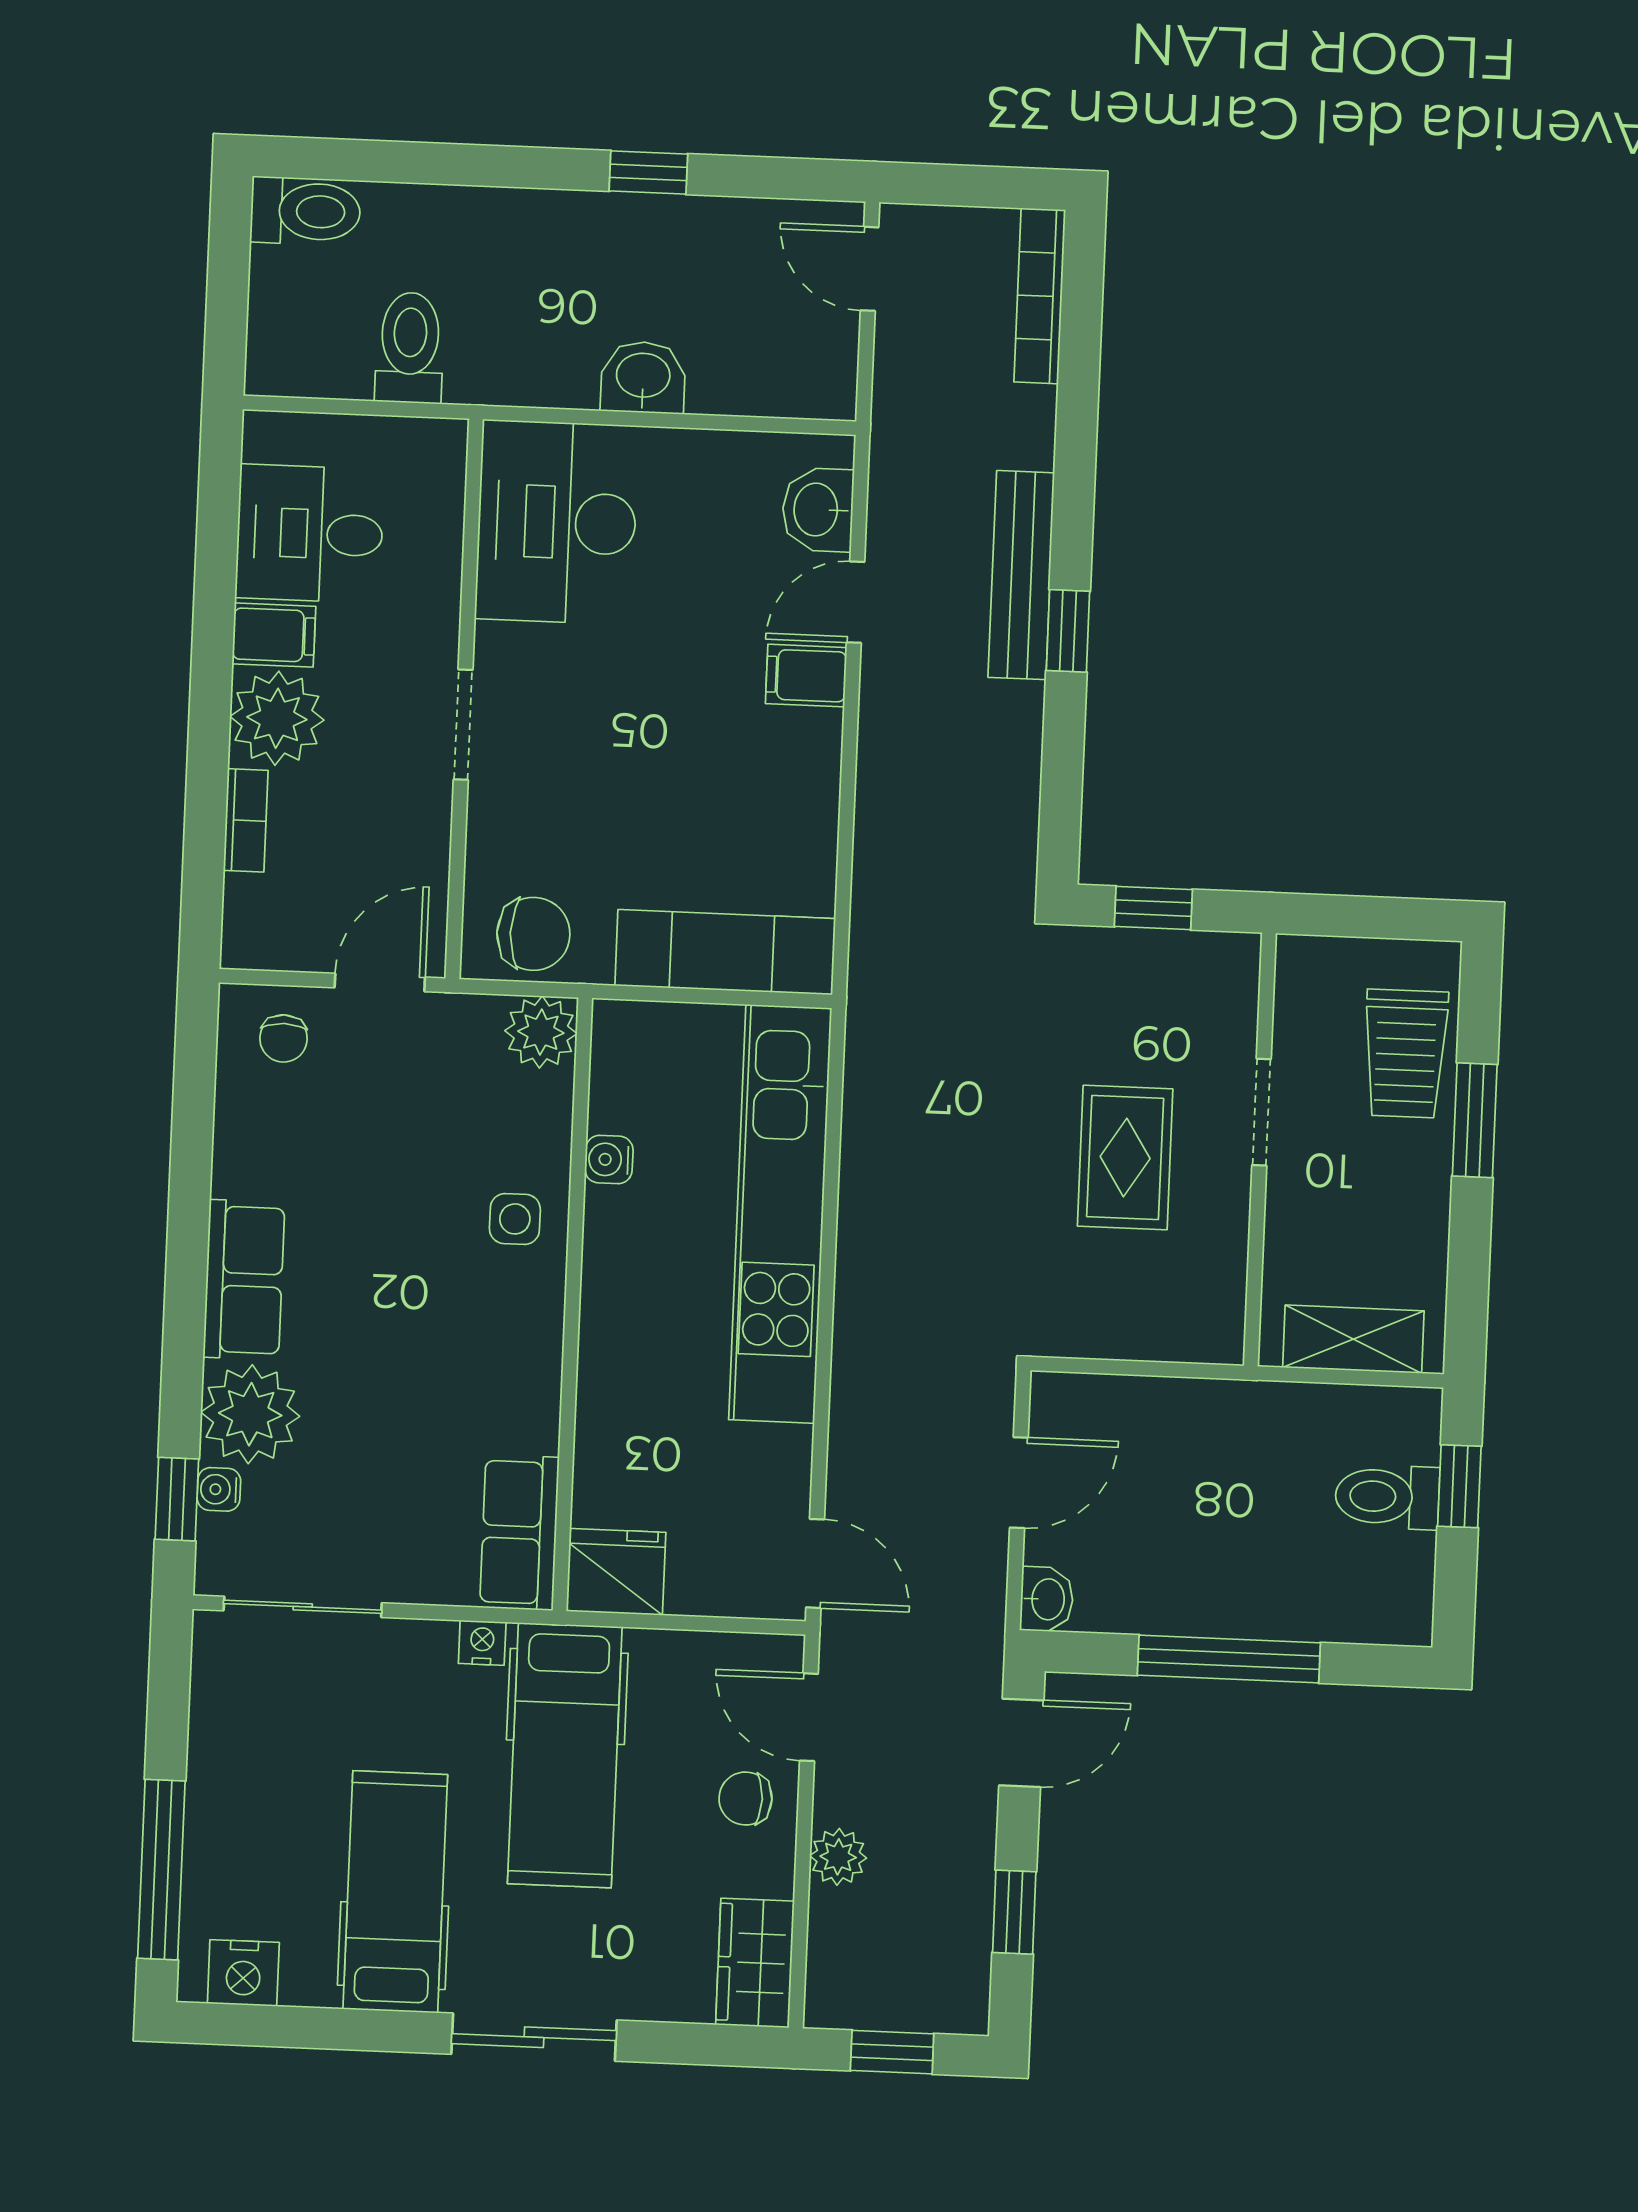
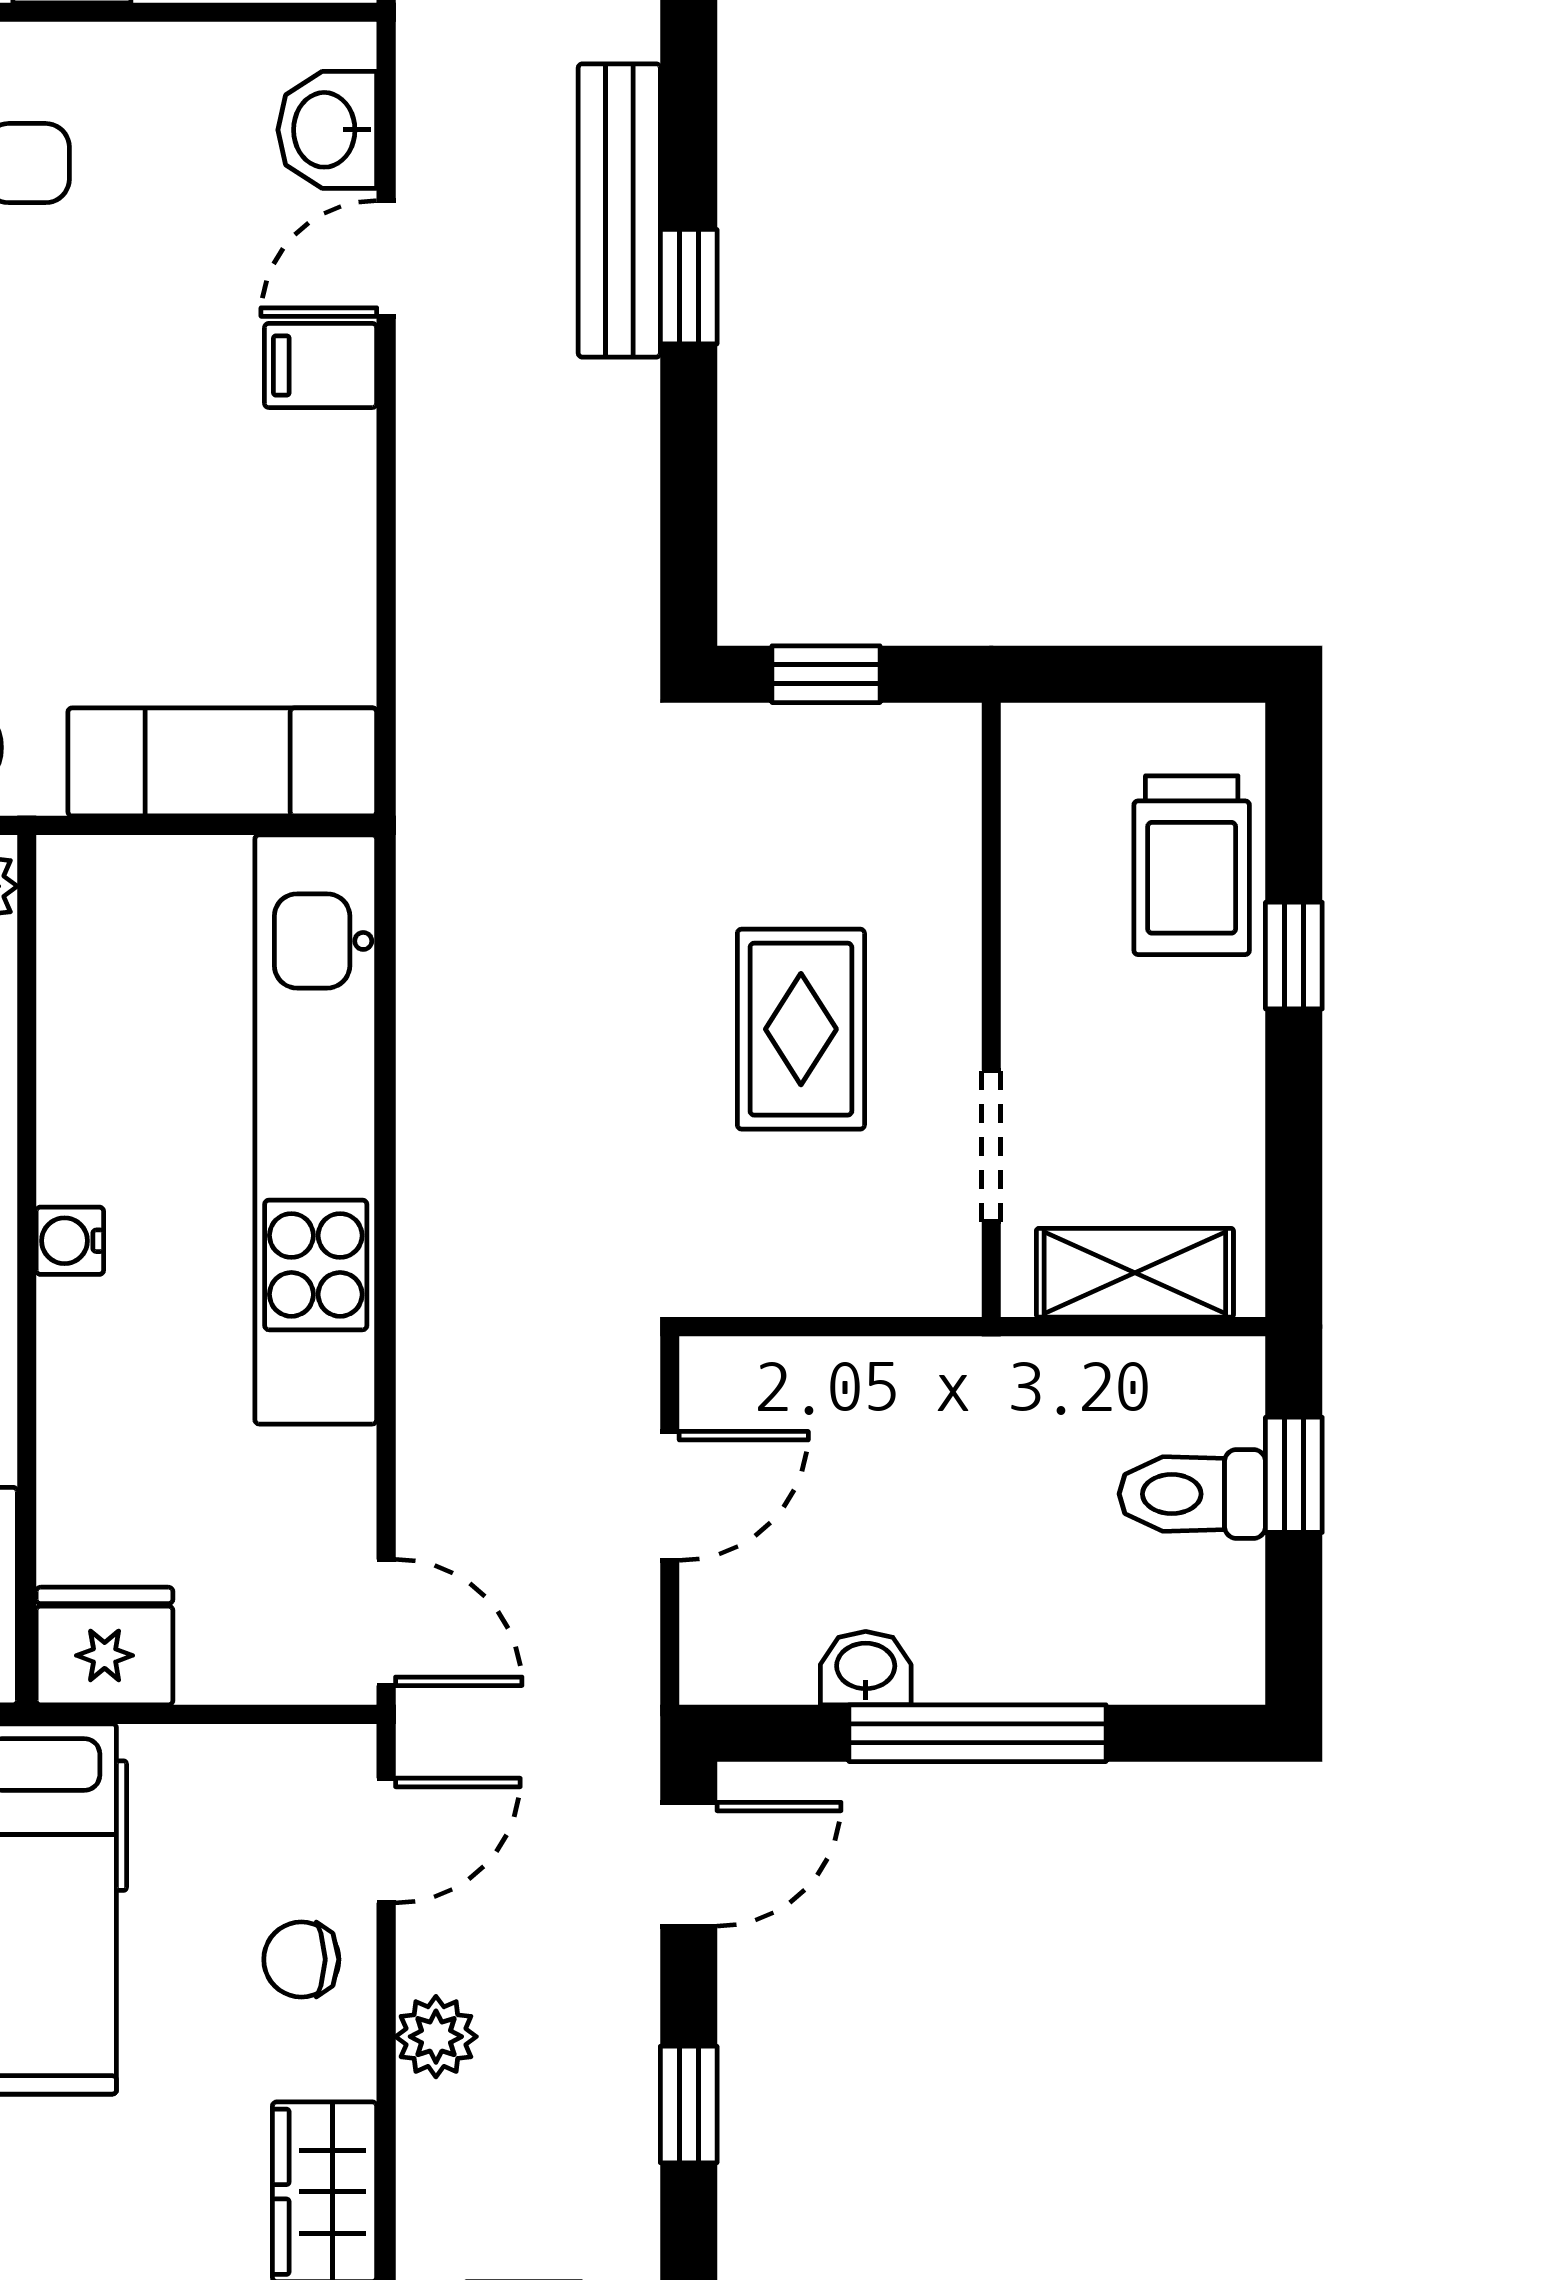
doorway: (1261, 1112) -> (991, 1146), moved
window: (1475, 1120) -> (1294, 956), width x0.67
water cooler: (609, 1160) -> (70, 1241), moved
washbasin: (1047, 1599) -> (866, 1668), moved, turned -90
door: (809, 1717) -> (386, 1841), swing flipped

